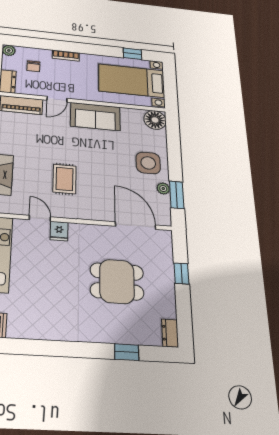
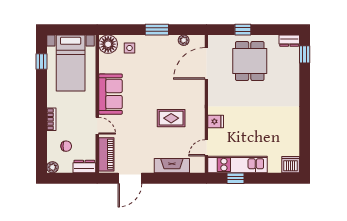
side table: (148, 163) -> (130, 48), moved, width x0.54, depth x0.54
plant: (163, 189) -> (184, 40), moved
window: (177, 195) -> (157, 30), moved
door: (40, 218) -> (206, 148), moved
dining table: (117, 281) -> (250, 61), moved
window: (127, 352) -> (305, 54), moved

